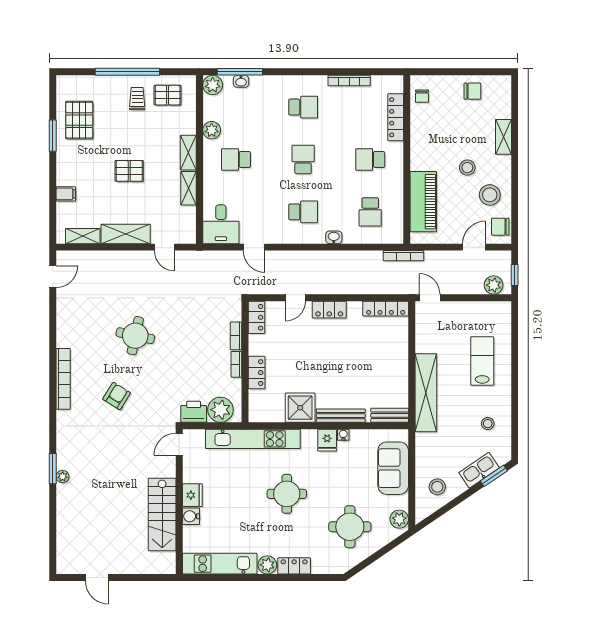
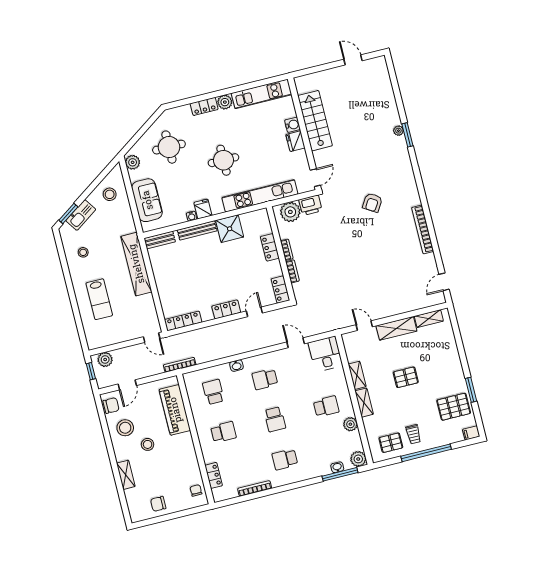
locker: (396, 117) -> (214, 475), width x0.66
pallet: (79, 120) -> (454, 407), turned 90
filing cabinet: (66, 194) -> (471, 433), moved
round table: (135, 336) -> (370, 252), removed
bookcase: (63, 379) -> (423, 229), moved

